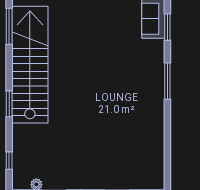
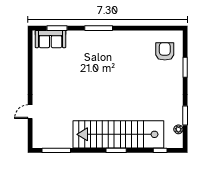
stairs: (30, 65) -> (118, 134), moved
armchair: (137, 167) -> (165, 51), added

